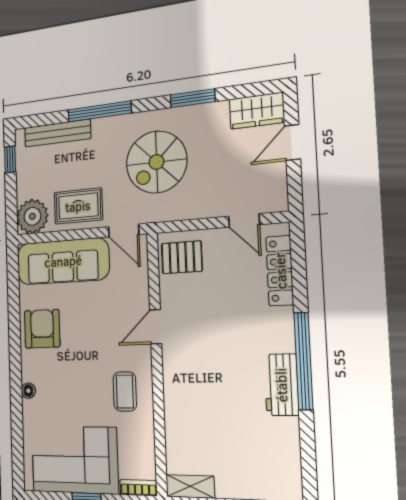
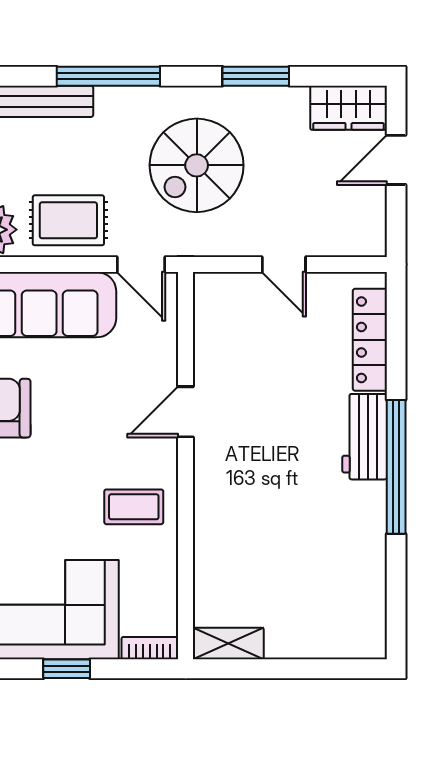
door: (244, 220) -> (284, 264), moved
pallet: (182, 257) -> (230, 311), removed
workbench: (281, 385) -> (365, 437), moved
coffee table: (125, 392) -> (134, 507), turned 90

